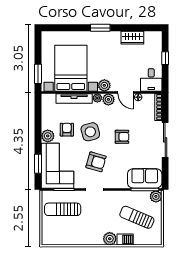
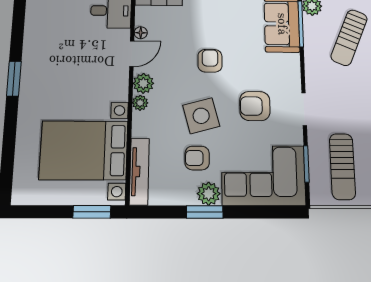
window: (100, 28) -> (14, 79), moved
wardrobe: (132, 38) -> (34, 41), removed
plant: (104, 85) -> (118, 90), removed
tv unit: (74, 98) -> (139, 172), moved
armchair: (96, 162) -> (255, 106), turned -106
window: (38, 164) -> (205, 212), moved

